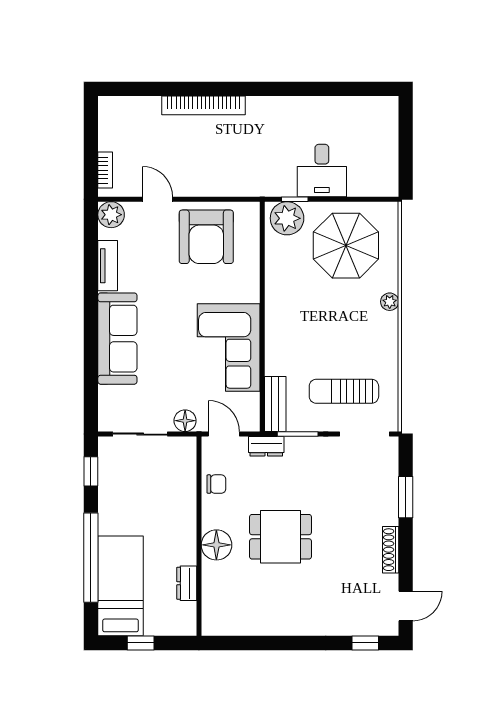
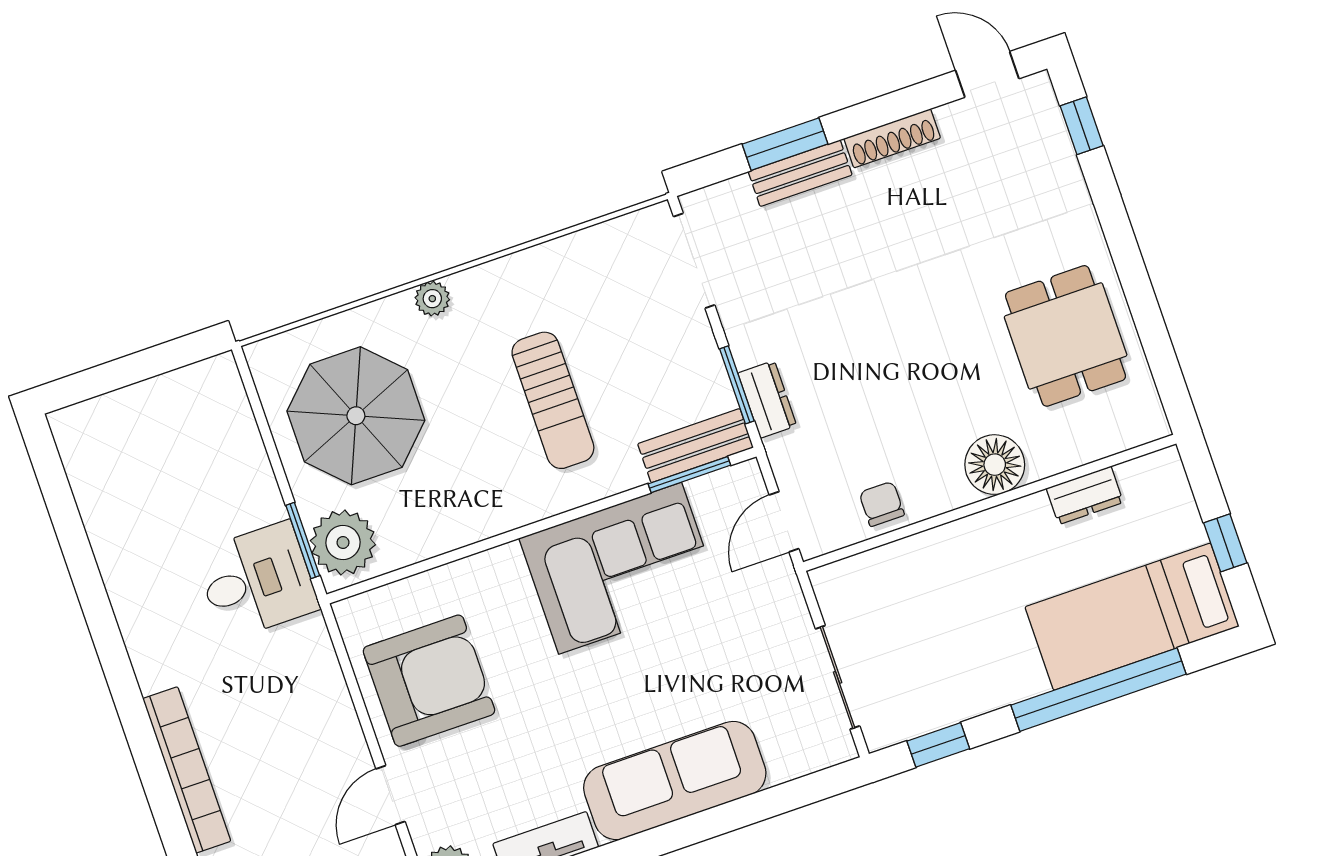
desk: (322, 171) -> (257, 581), moved
window: (295, 199) -> (303, 540), width x1.50
sun lounger: (344, 391) -> (553, 400), moved
window: (262, 396) -> (689, 475), added
floor lamp: (185, 421) -> (784, 602), removed
dresser: (266, 446) -> (767, 399), moved
bench: (389, 500) -> (800, 173), added
dining table: (280, 537) -> (1066, 336), moved

